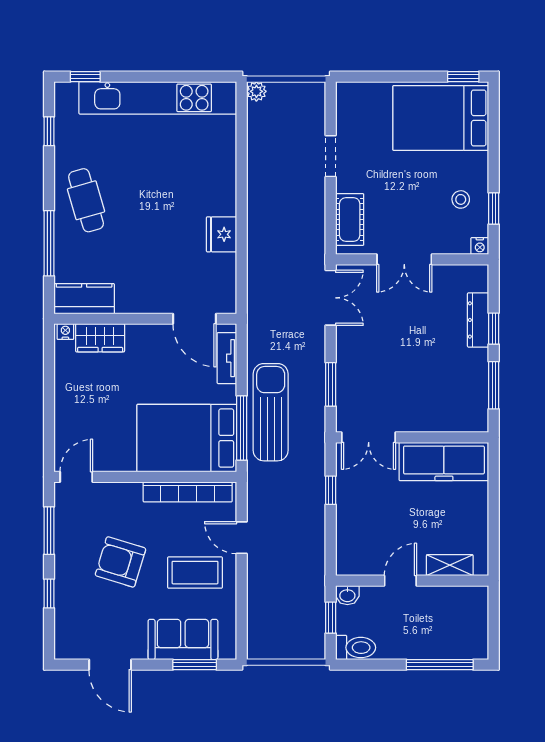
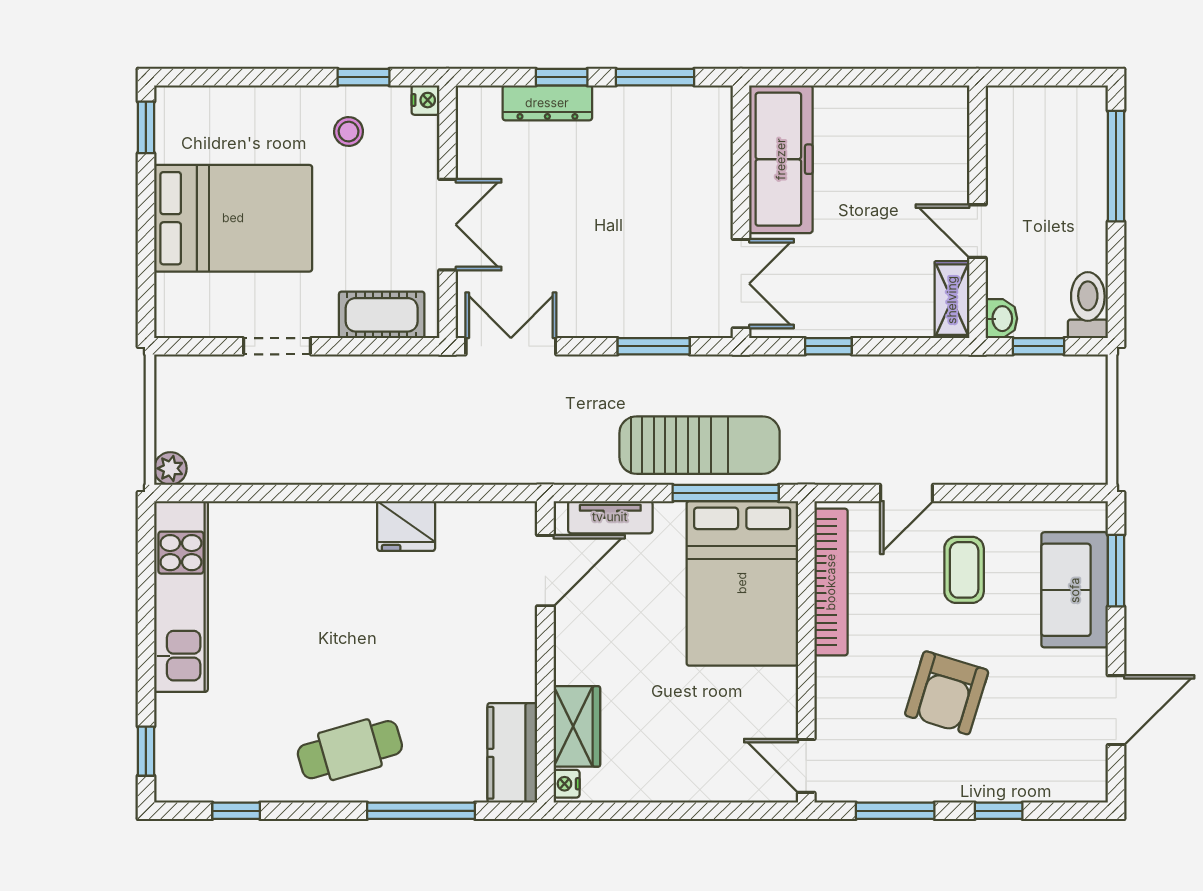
kitchen unit: (158, 98) -> (181, 596), width x0.73
bed: (441, 118) -> (233, 218), moved, turned -90
sun lounger: (271, 412) -> (700, 445), turned 180
shelving: (450, 565) -> (952, 300), moved
coffee table: (195, 573) -> (964, 570), width x0.73, depth x0.77

